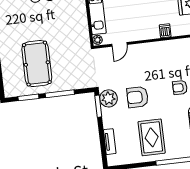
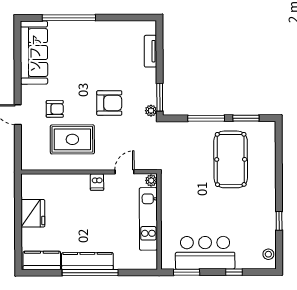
dishwasher: (165, 31) -> (97, 182), moved
plant: (108, 98) -> (151, 111), width x0.53, depth x0.53
rug: (152, 137) -> (72, 139), moved, turned 90

